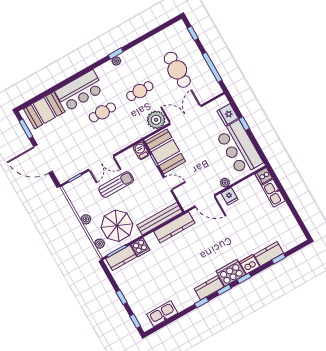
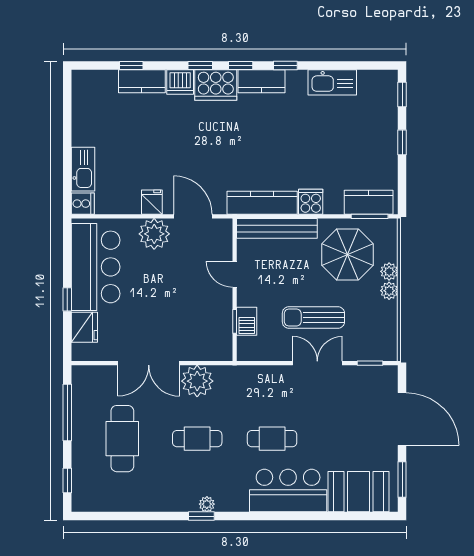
barbecue: (141, 151) -> (247, 321), moved
booth: (165, 151) -> (211, 325), removed
plant: (225, 183) -> (154, 234), width x1.87, depth x1.87
plant: (100, 244) -> (389, 271), moved
cooker: (140, 247) -> (311, 202), moved
kitchen sink: (162, 314) -> (332, 82), moved

